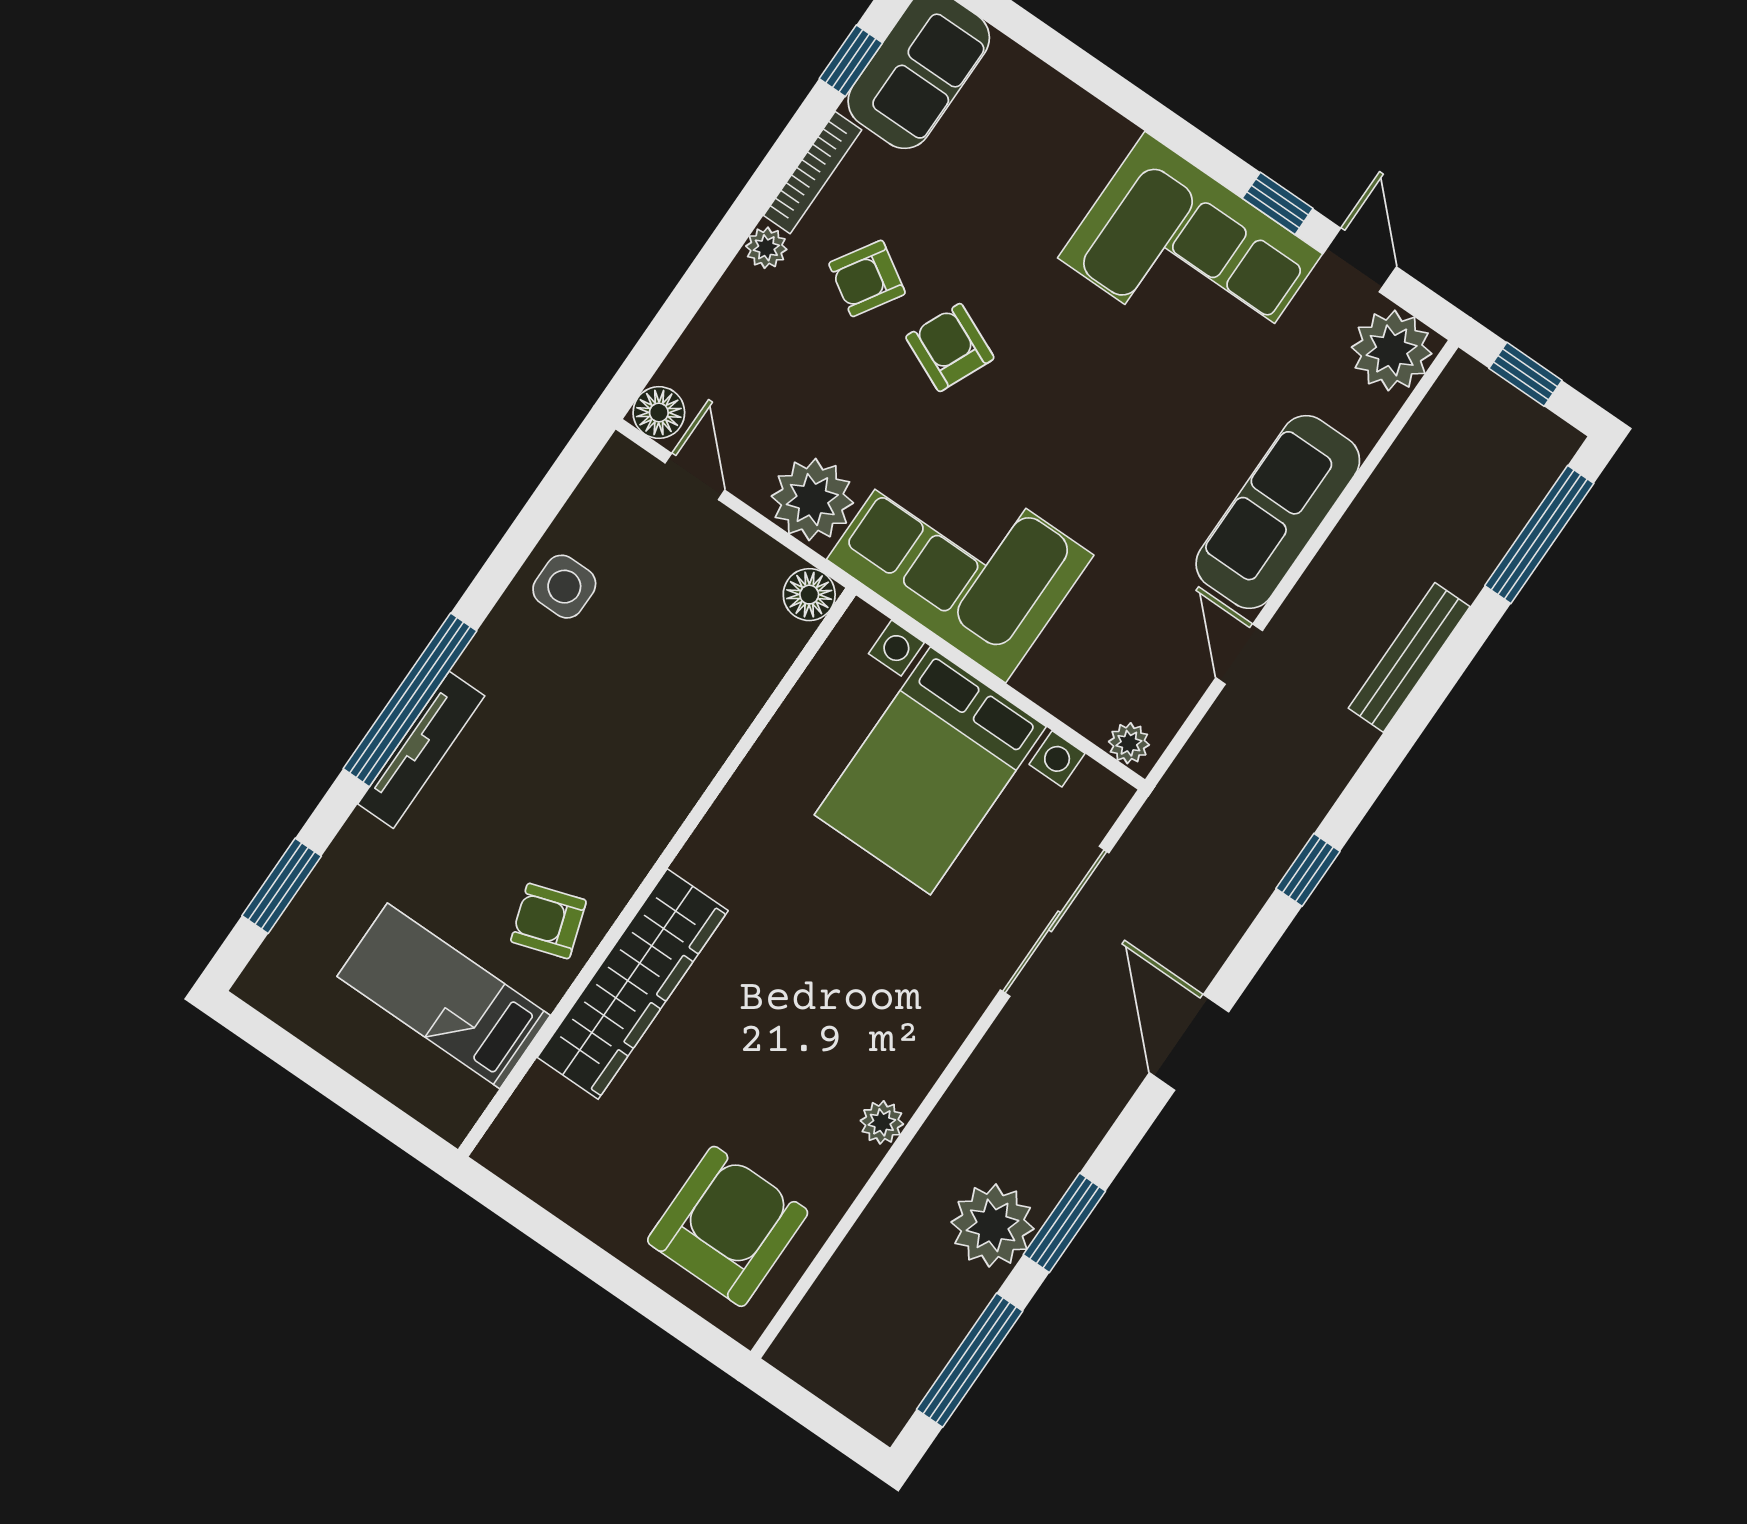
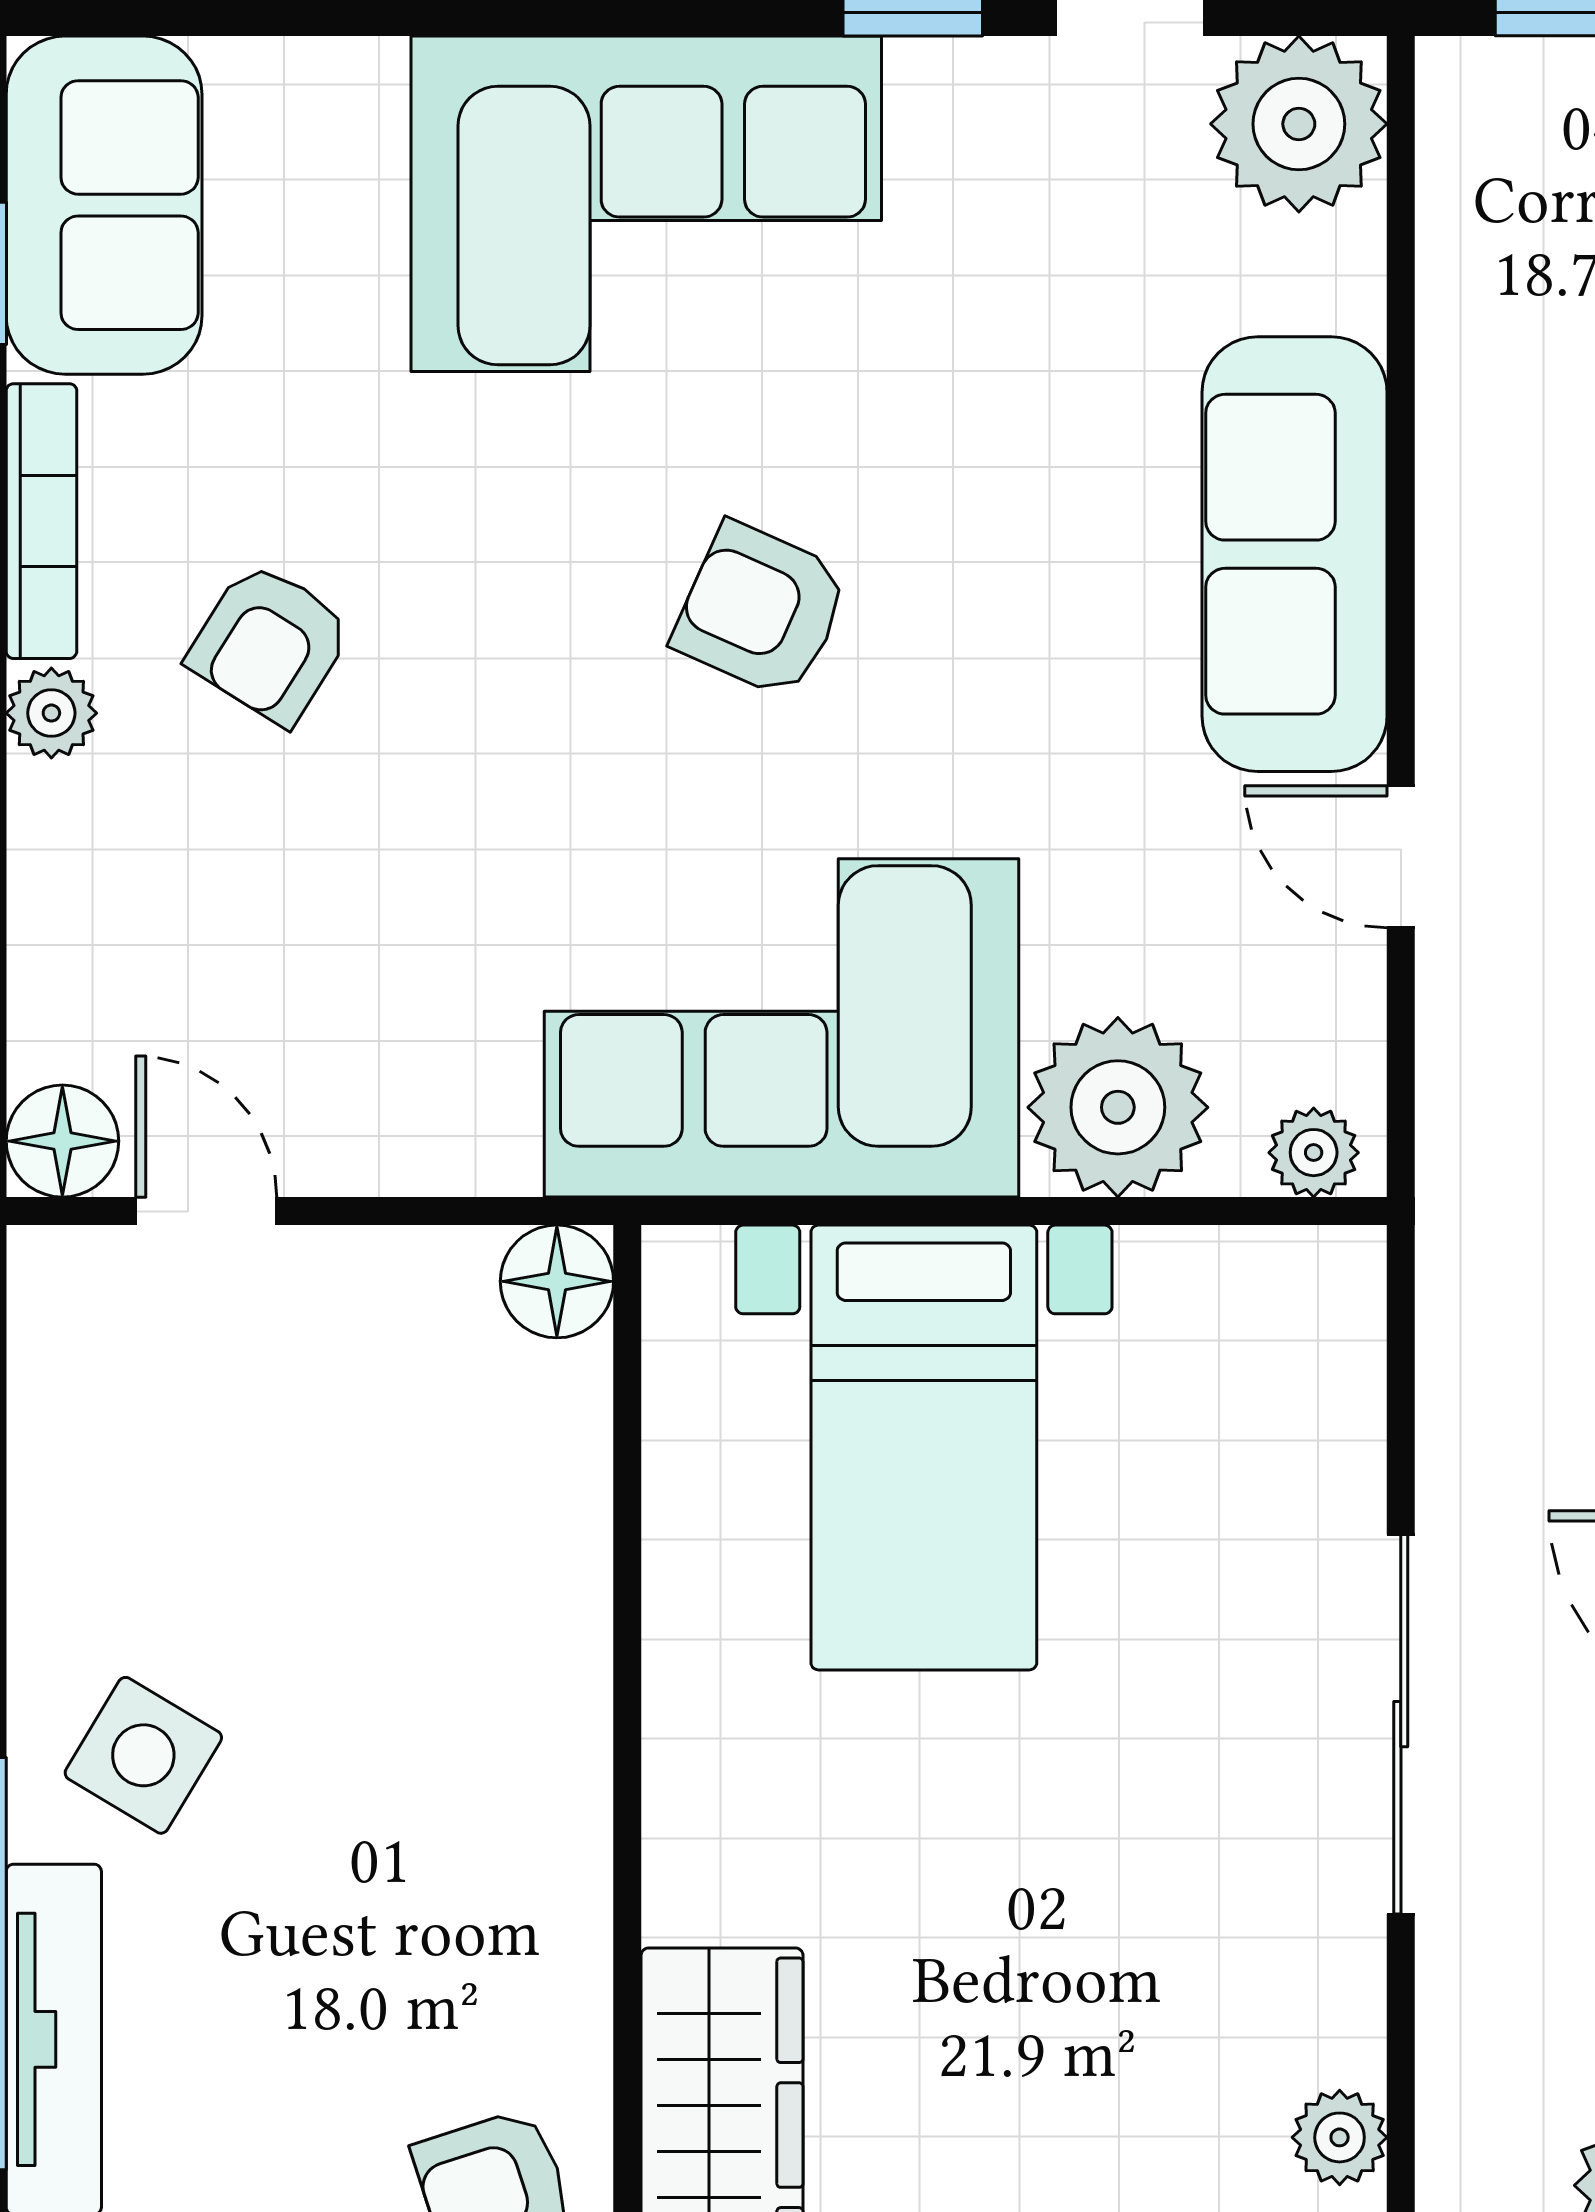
corner sofa: (1190, 256) -> (646, 204), moved
armchair: (950, 347) -> (761, 610), moved
plant: (812, 500) -> (1118, 1107), moved
side table: (564, 587) -> (143, 1755), moved, turned 31
bed with nightstands: (930, 771) -> (924, 1447), width x0.73
sliding door: (1055, 921) -> (1401, 1724), moved

